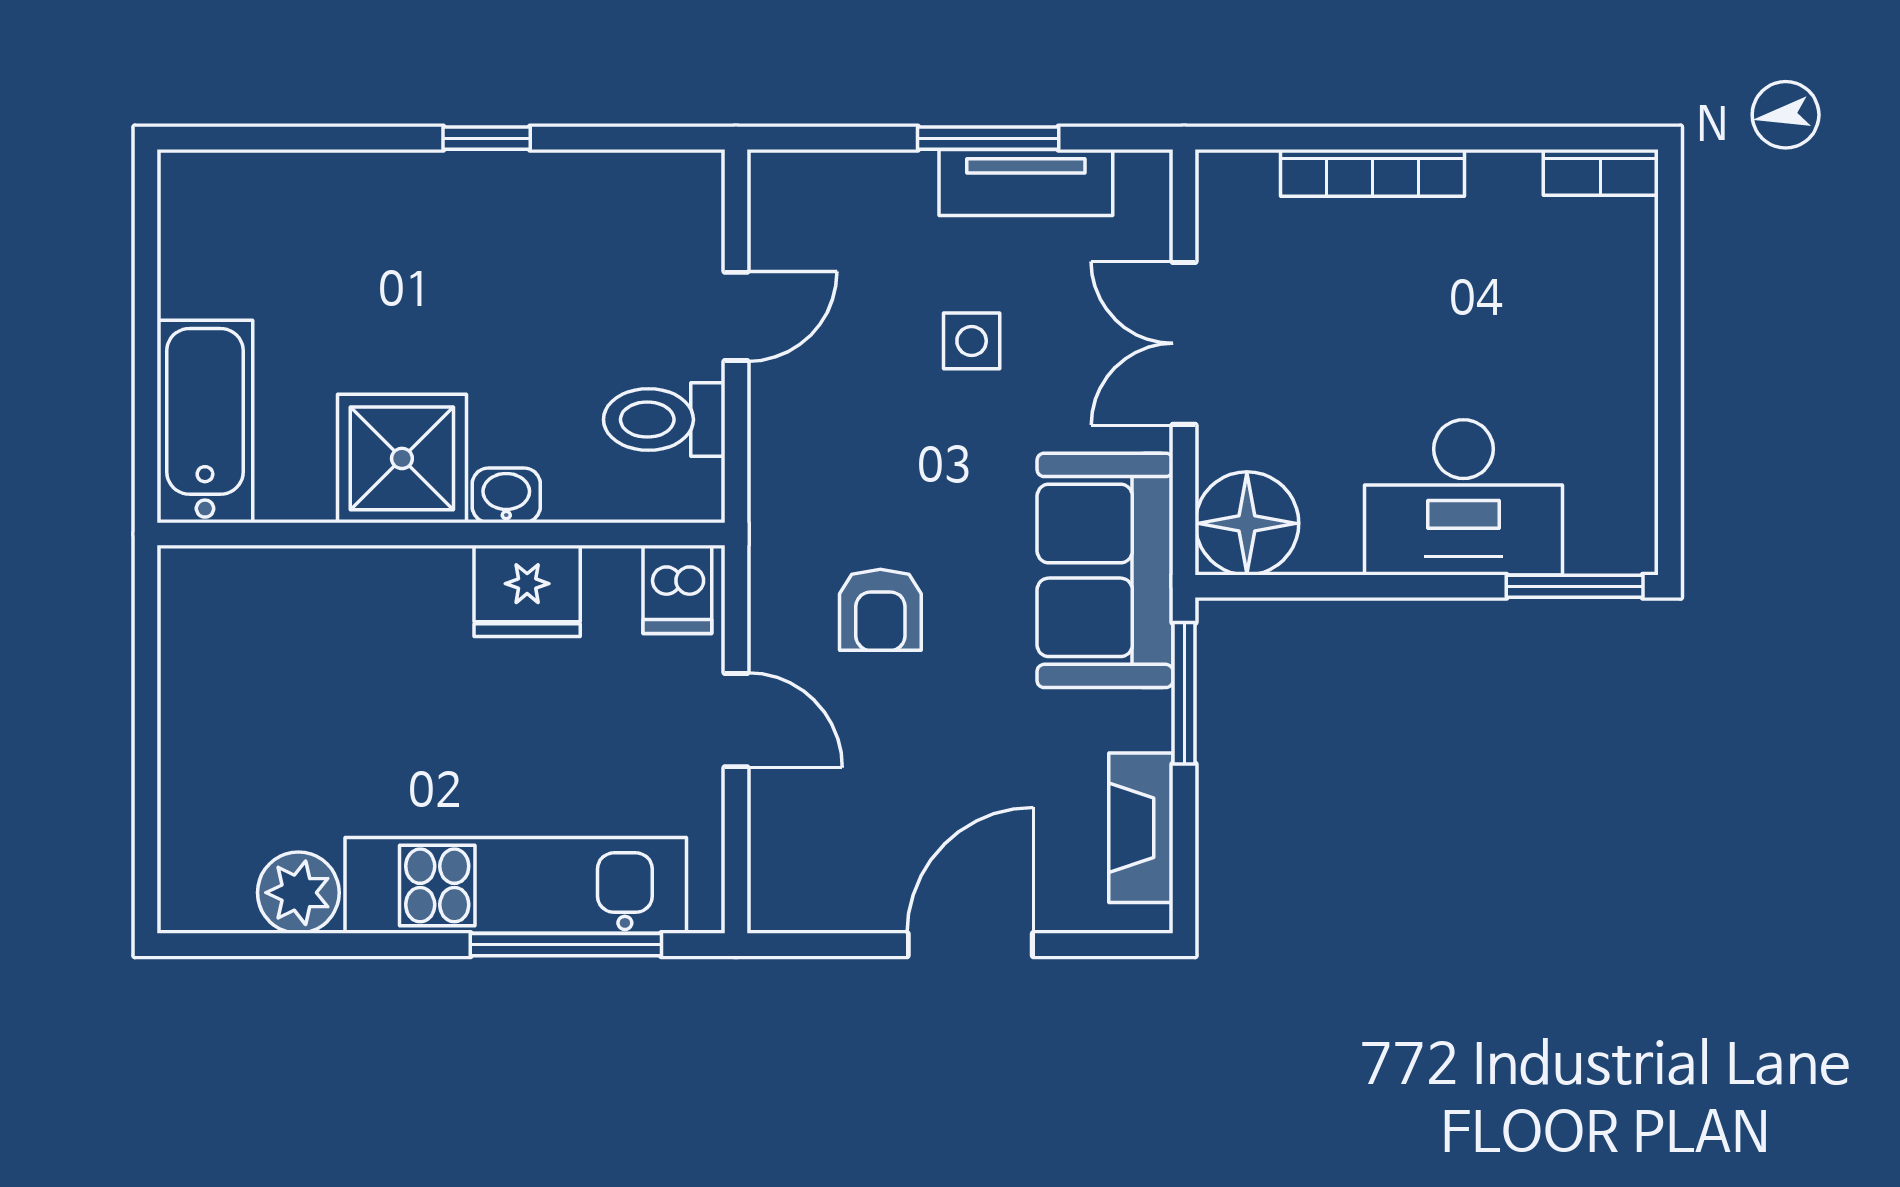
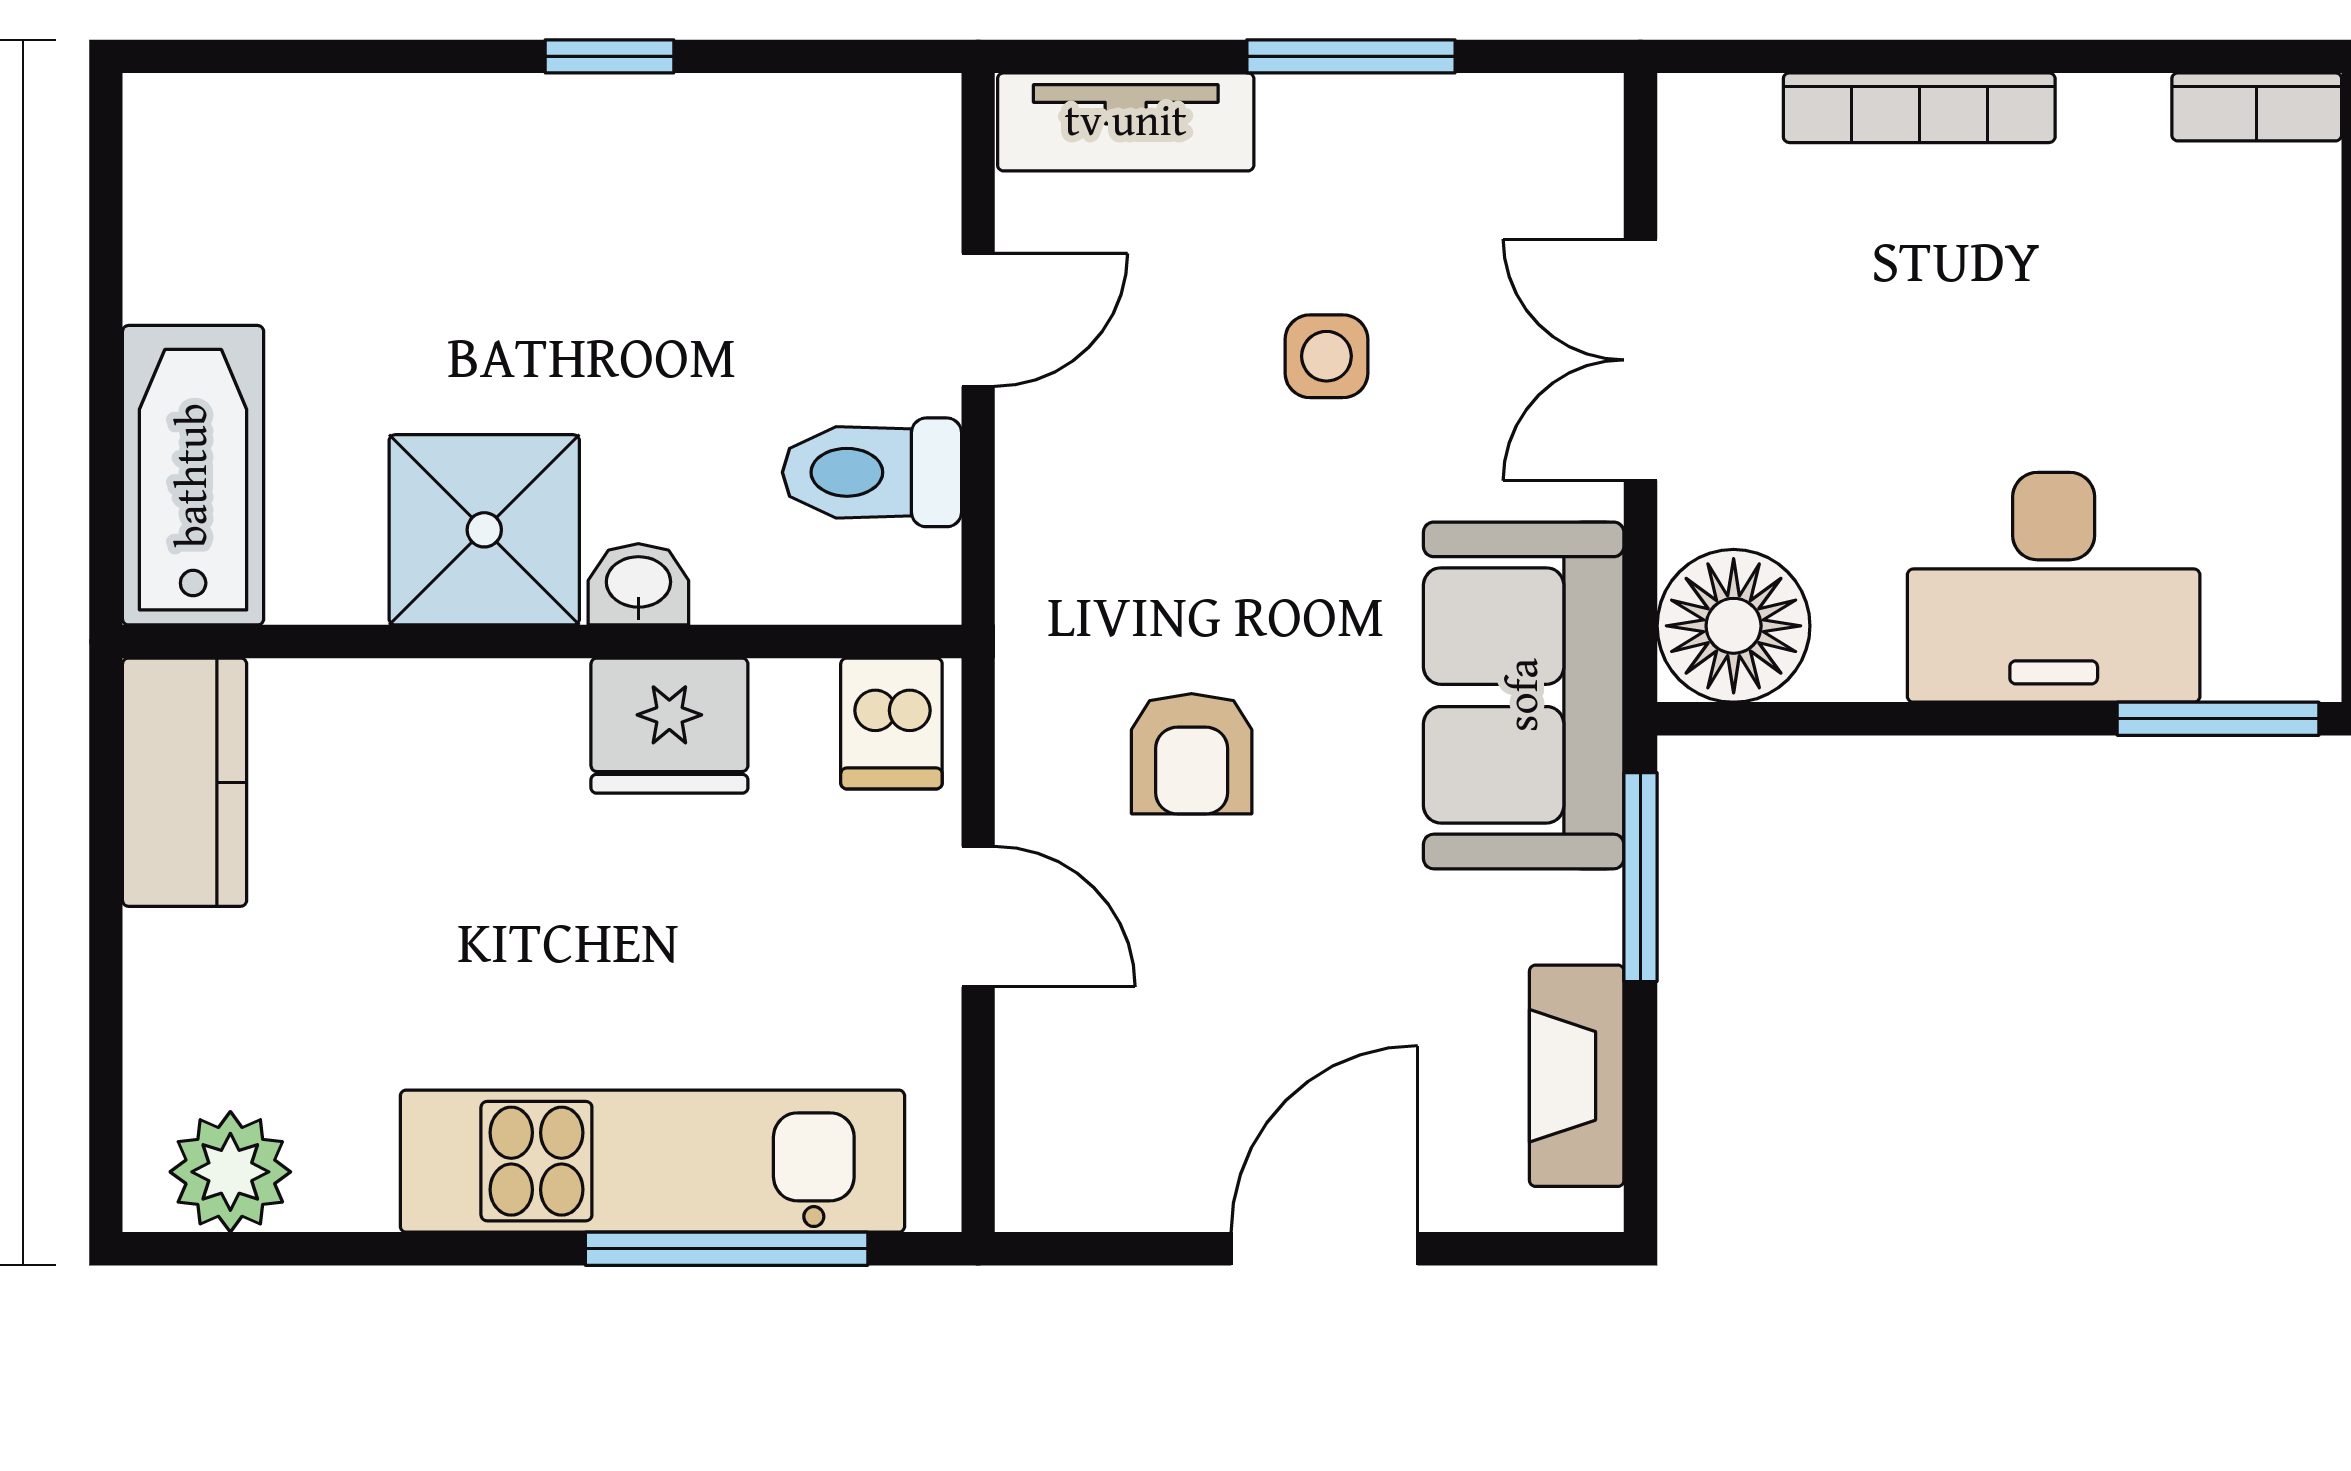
tv unit: (1026, 182) -> (1126, 122), moved
kitchen counter: (199, 629) -> (185, 782), added
plant: (298, 893) -> (230, 1172), moved

